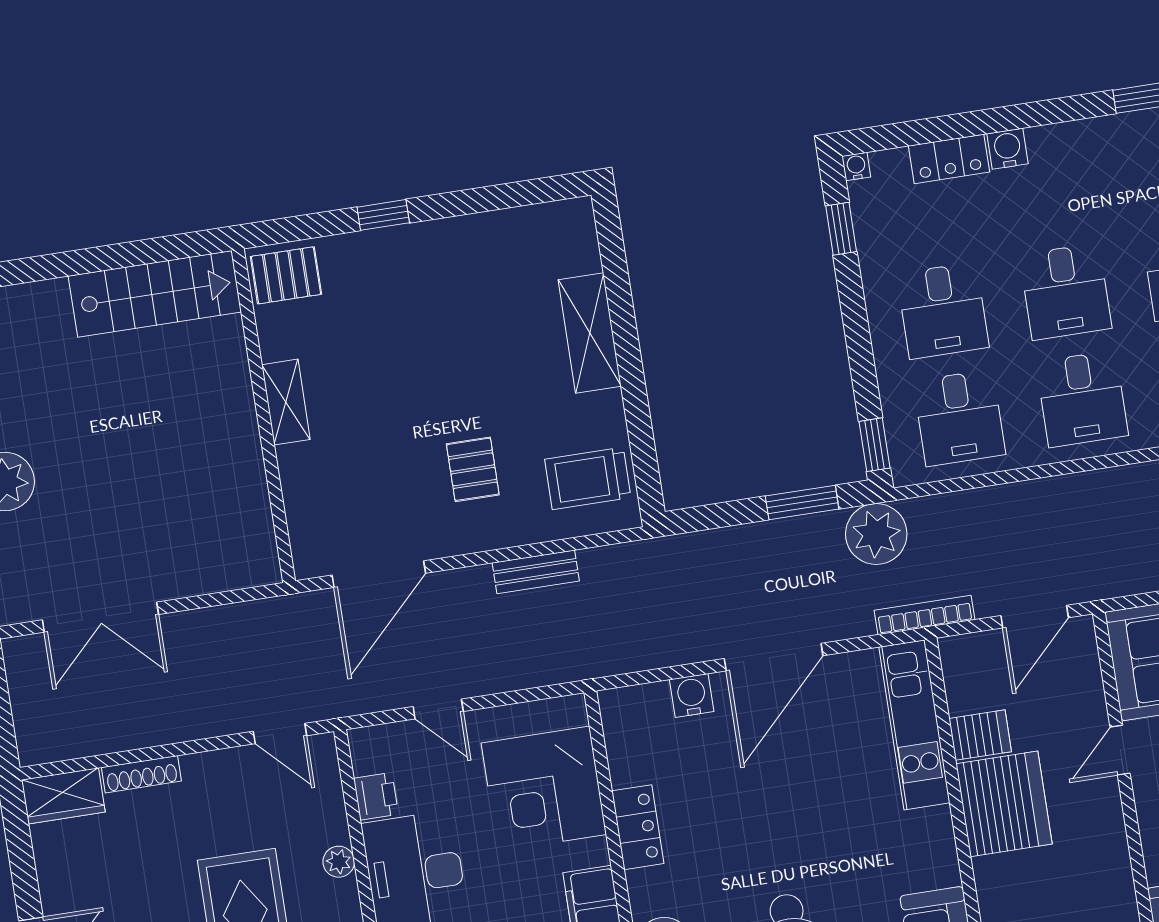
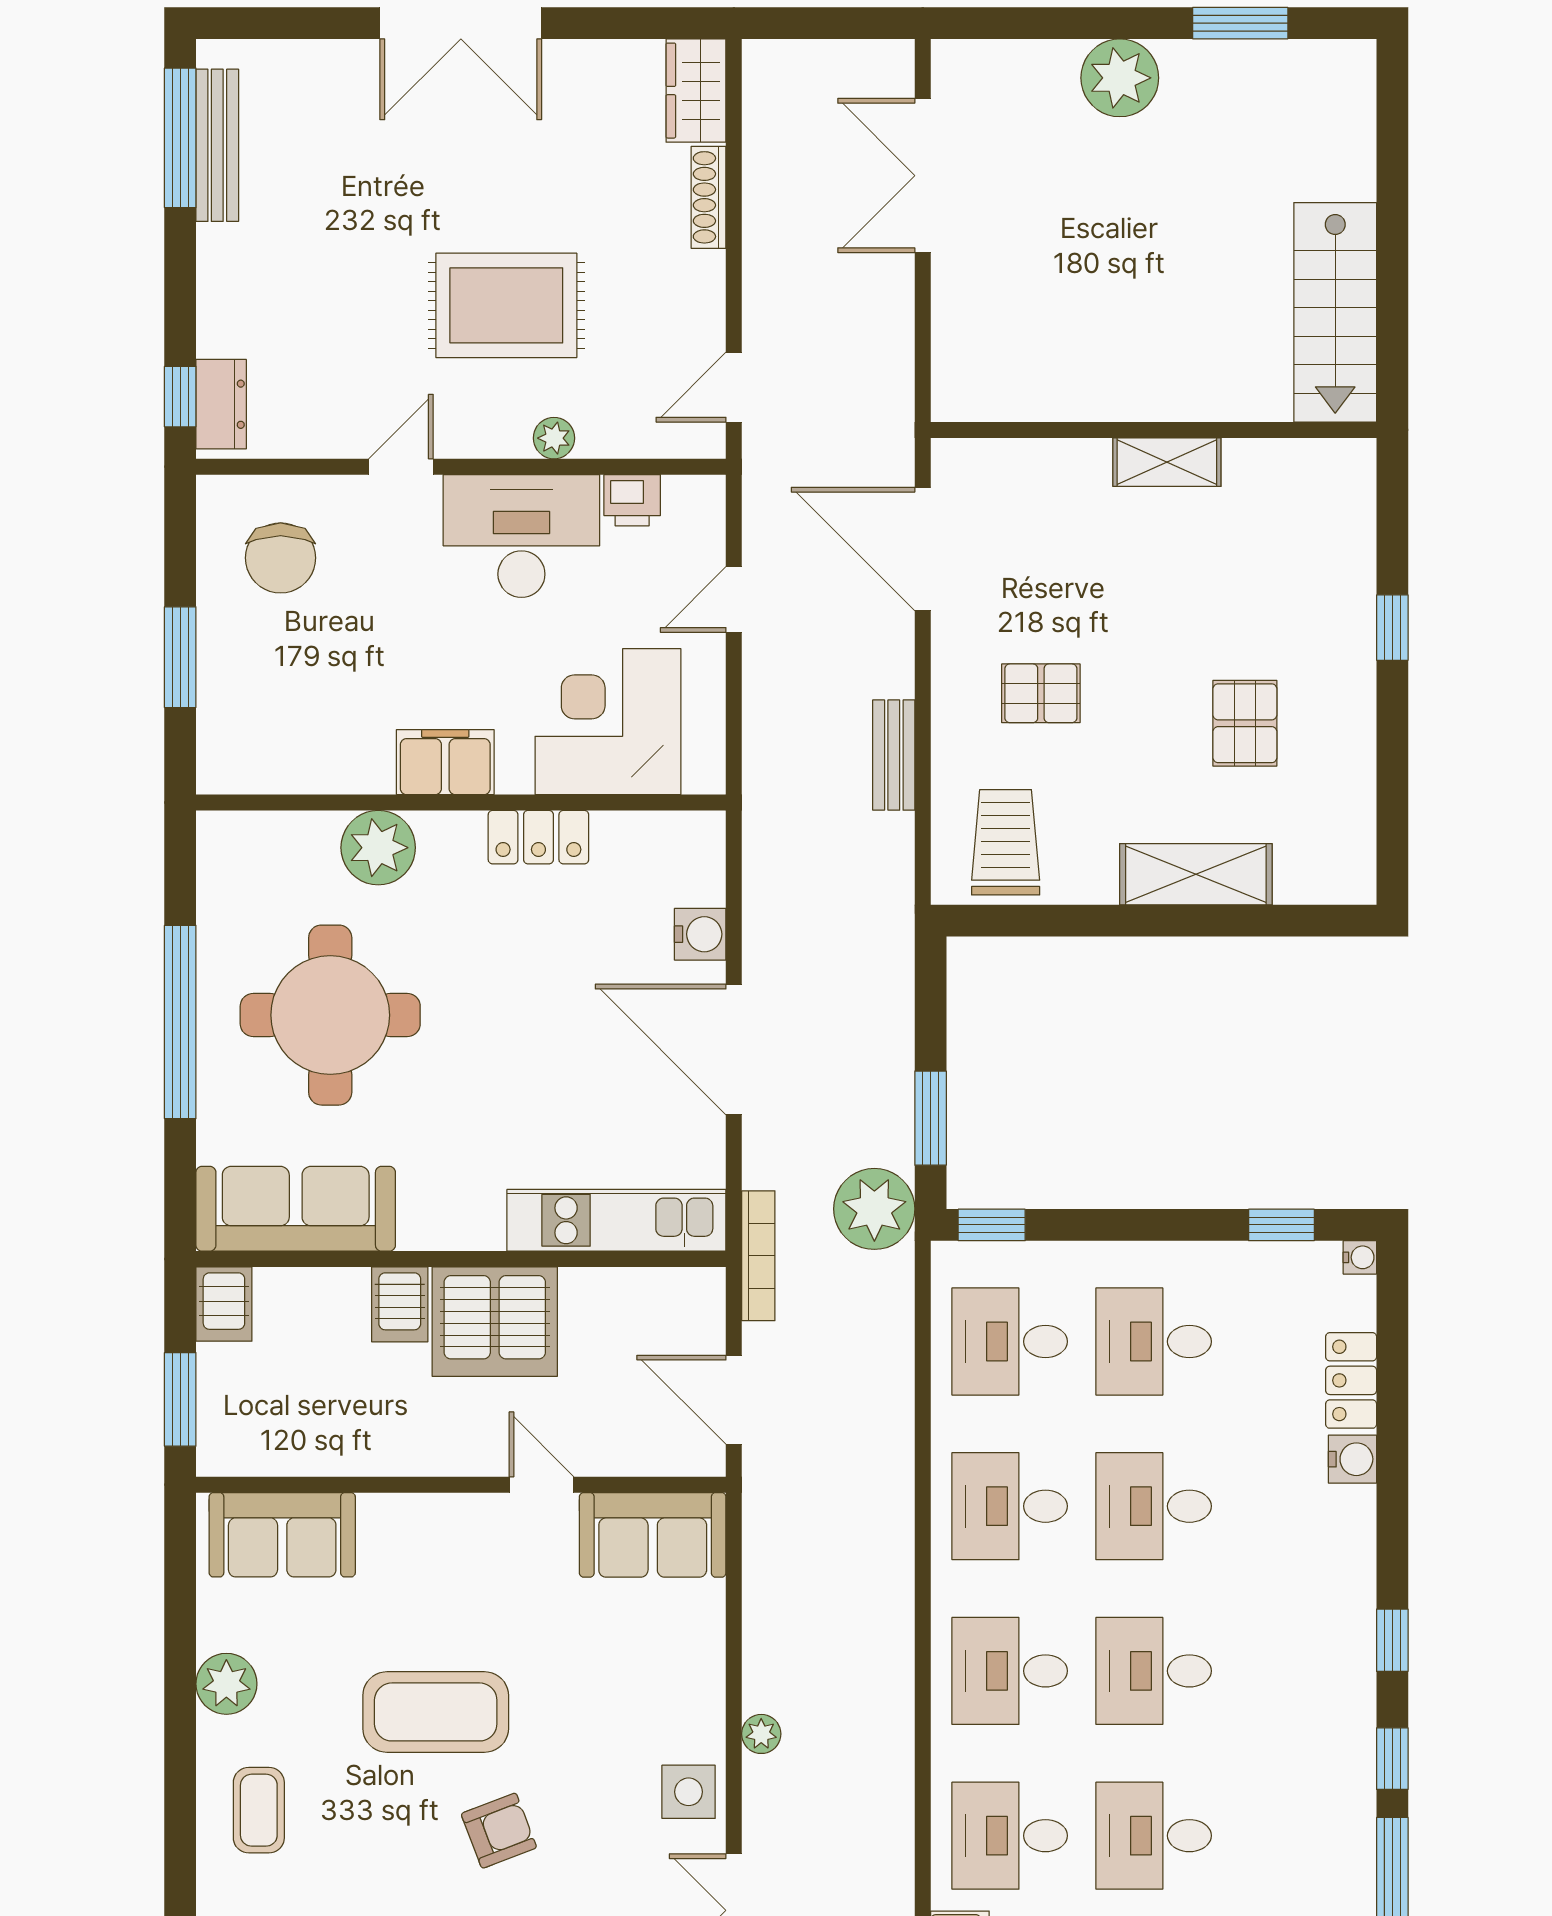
pallet: (286, 275) -> (1245, 723), moved
server rack: (980, 735) -> (400, 1304), moved

